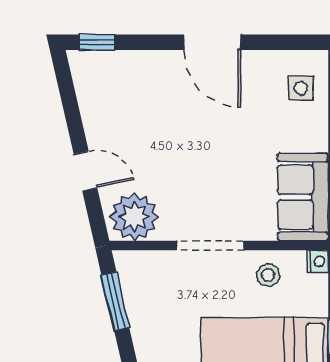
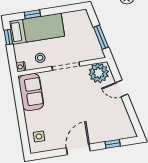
window: (97, 42) -> (113, 144), moved
door: (212, 42) -> (78, 149), hinge flipped

